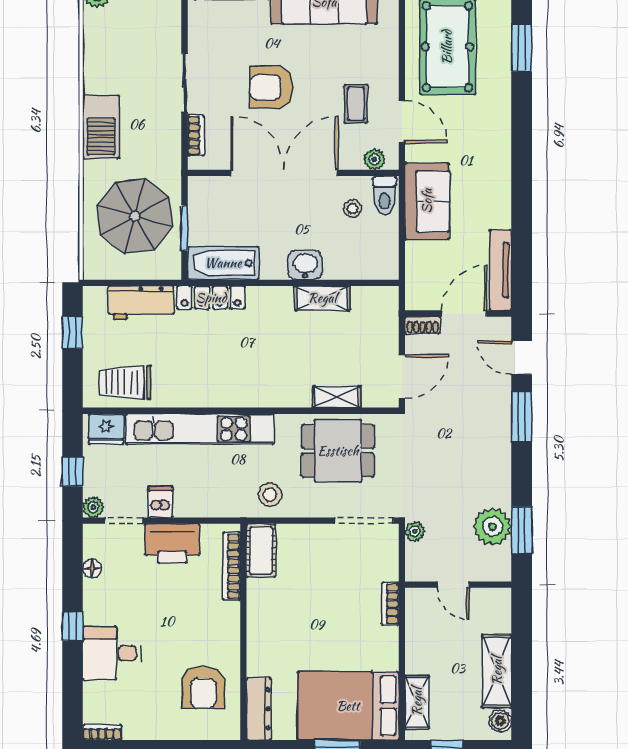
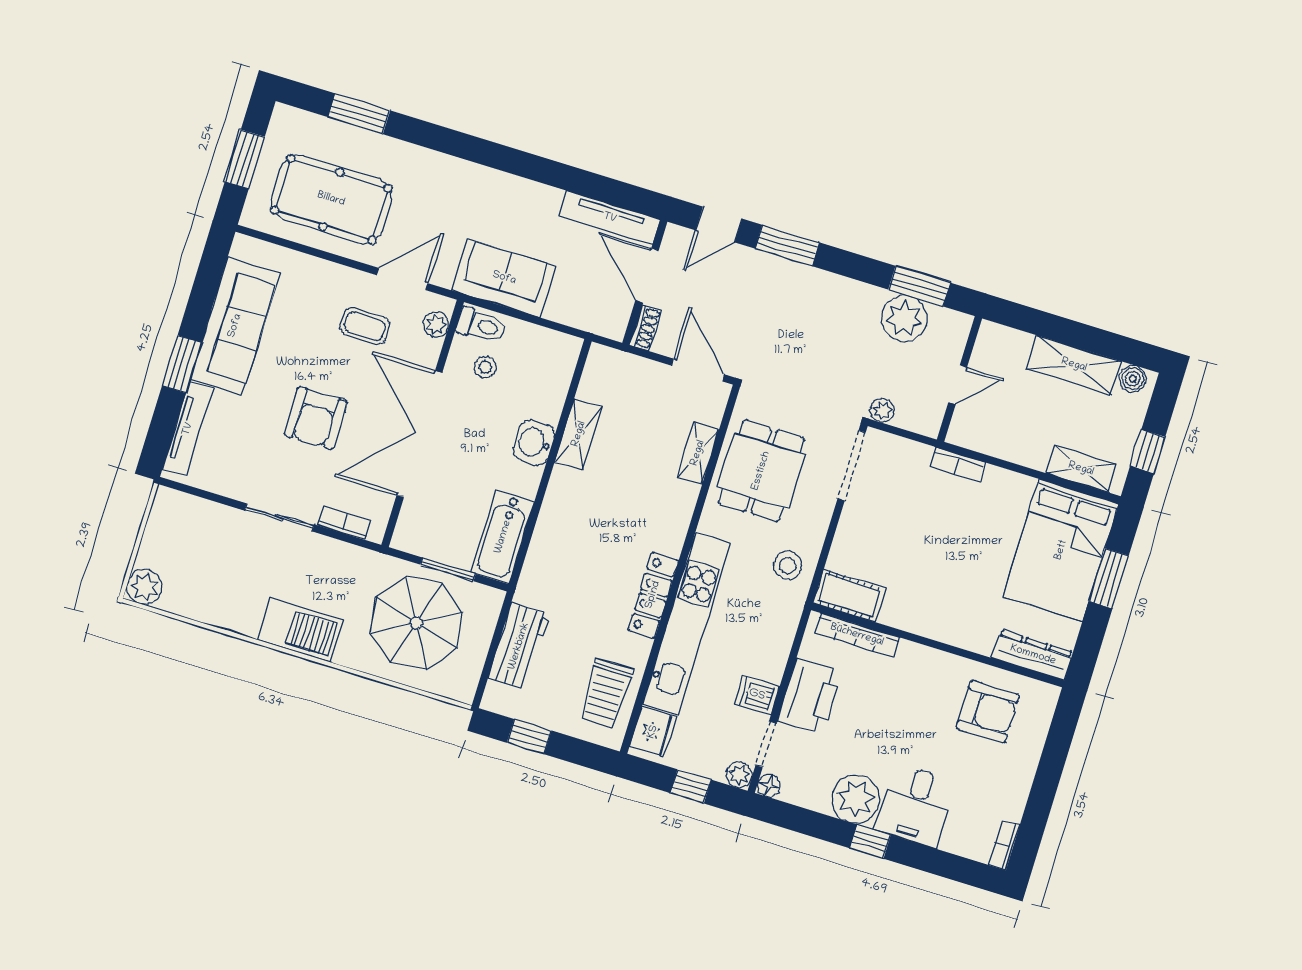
locker: (211, 298) -> (653, 595), moved, turned 180
floor lamp: (92, 569) -> (769, 786), moved
plant: (102, 605) -> (856, 799), added

